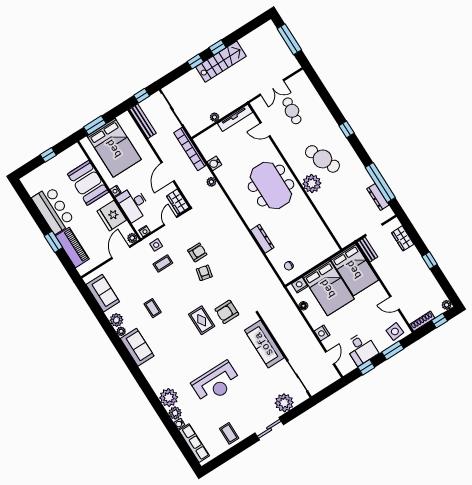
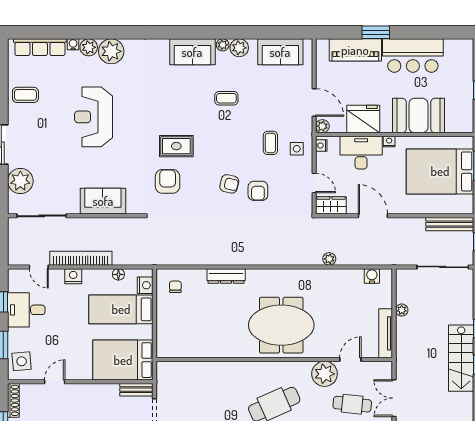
bookcase: (190, 149) -> (81, 258), moved
water cooler: (214, 163) -> (372, 276), moved
plant: (312, 184) -> (325, 374), moved
bed: (328, 288) -> (121, 309), width x0.67
sofa: (264, 344) -> (103, 201), width x0.73

